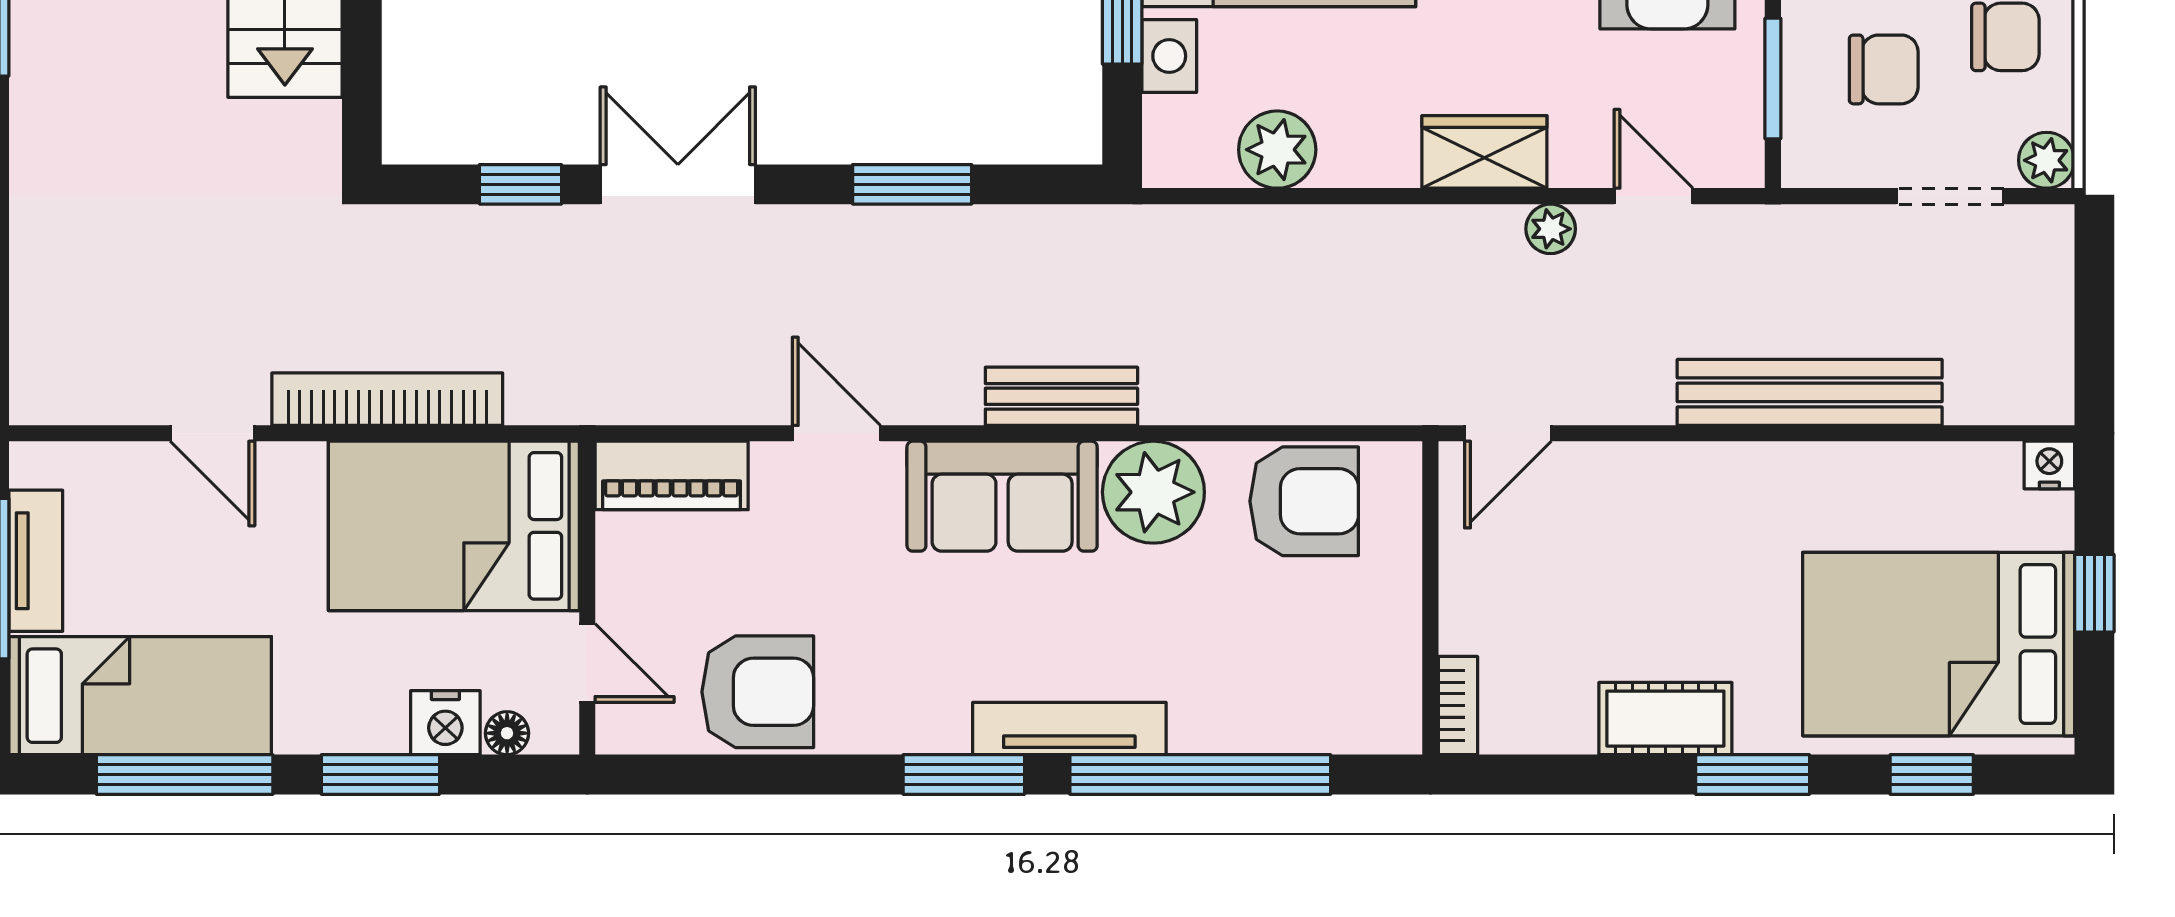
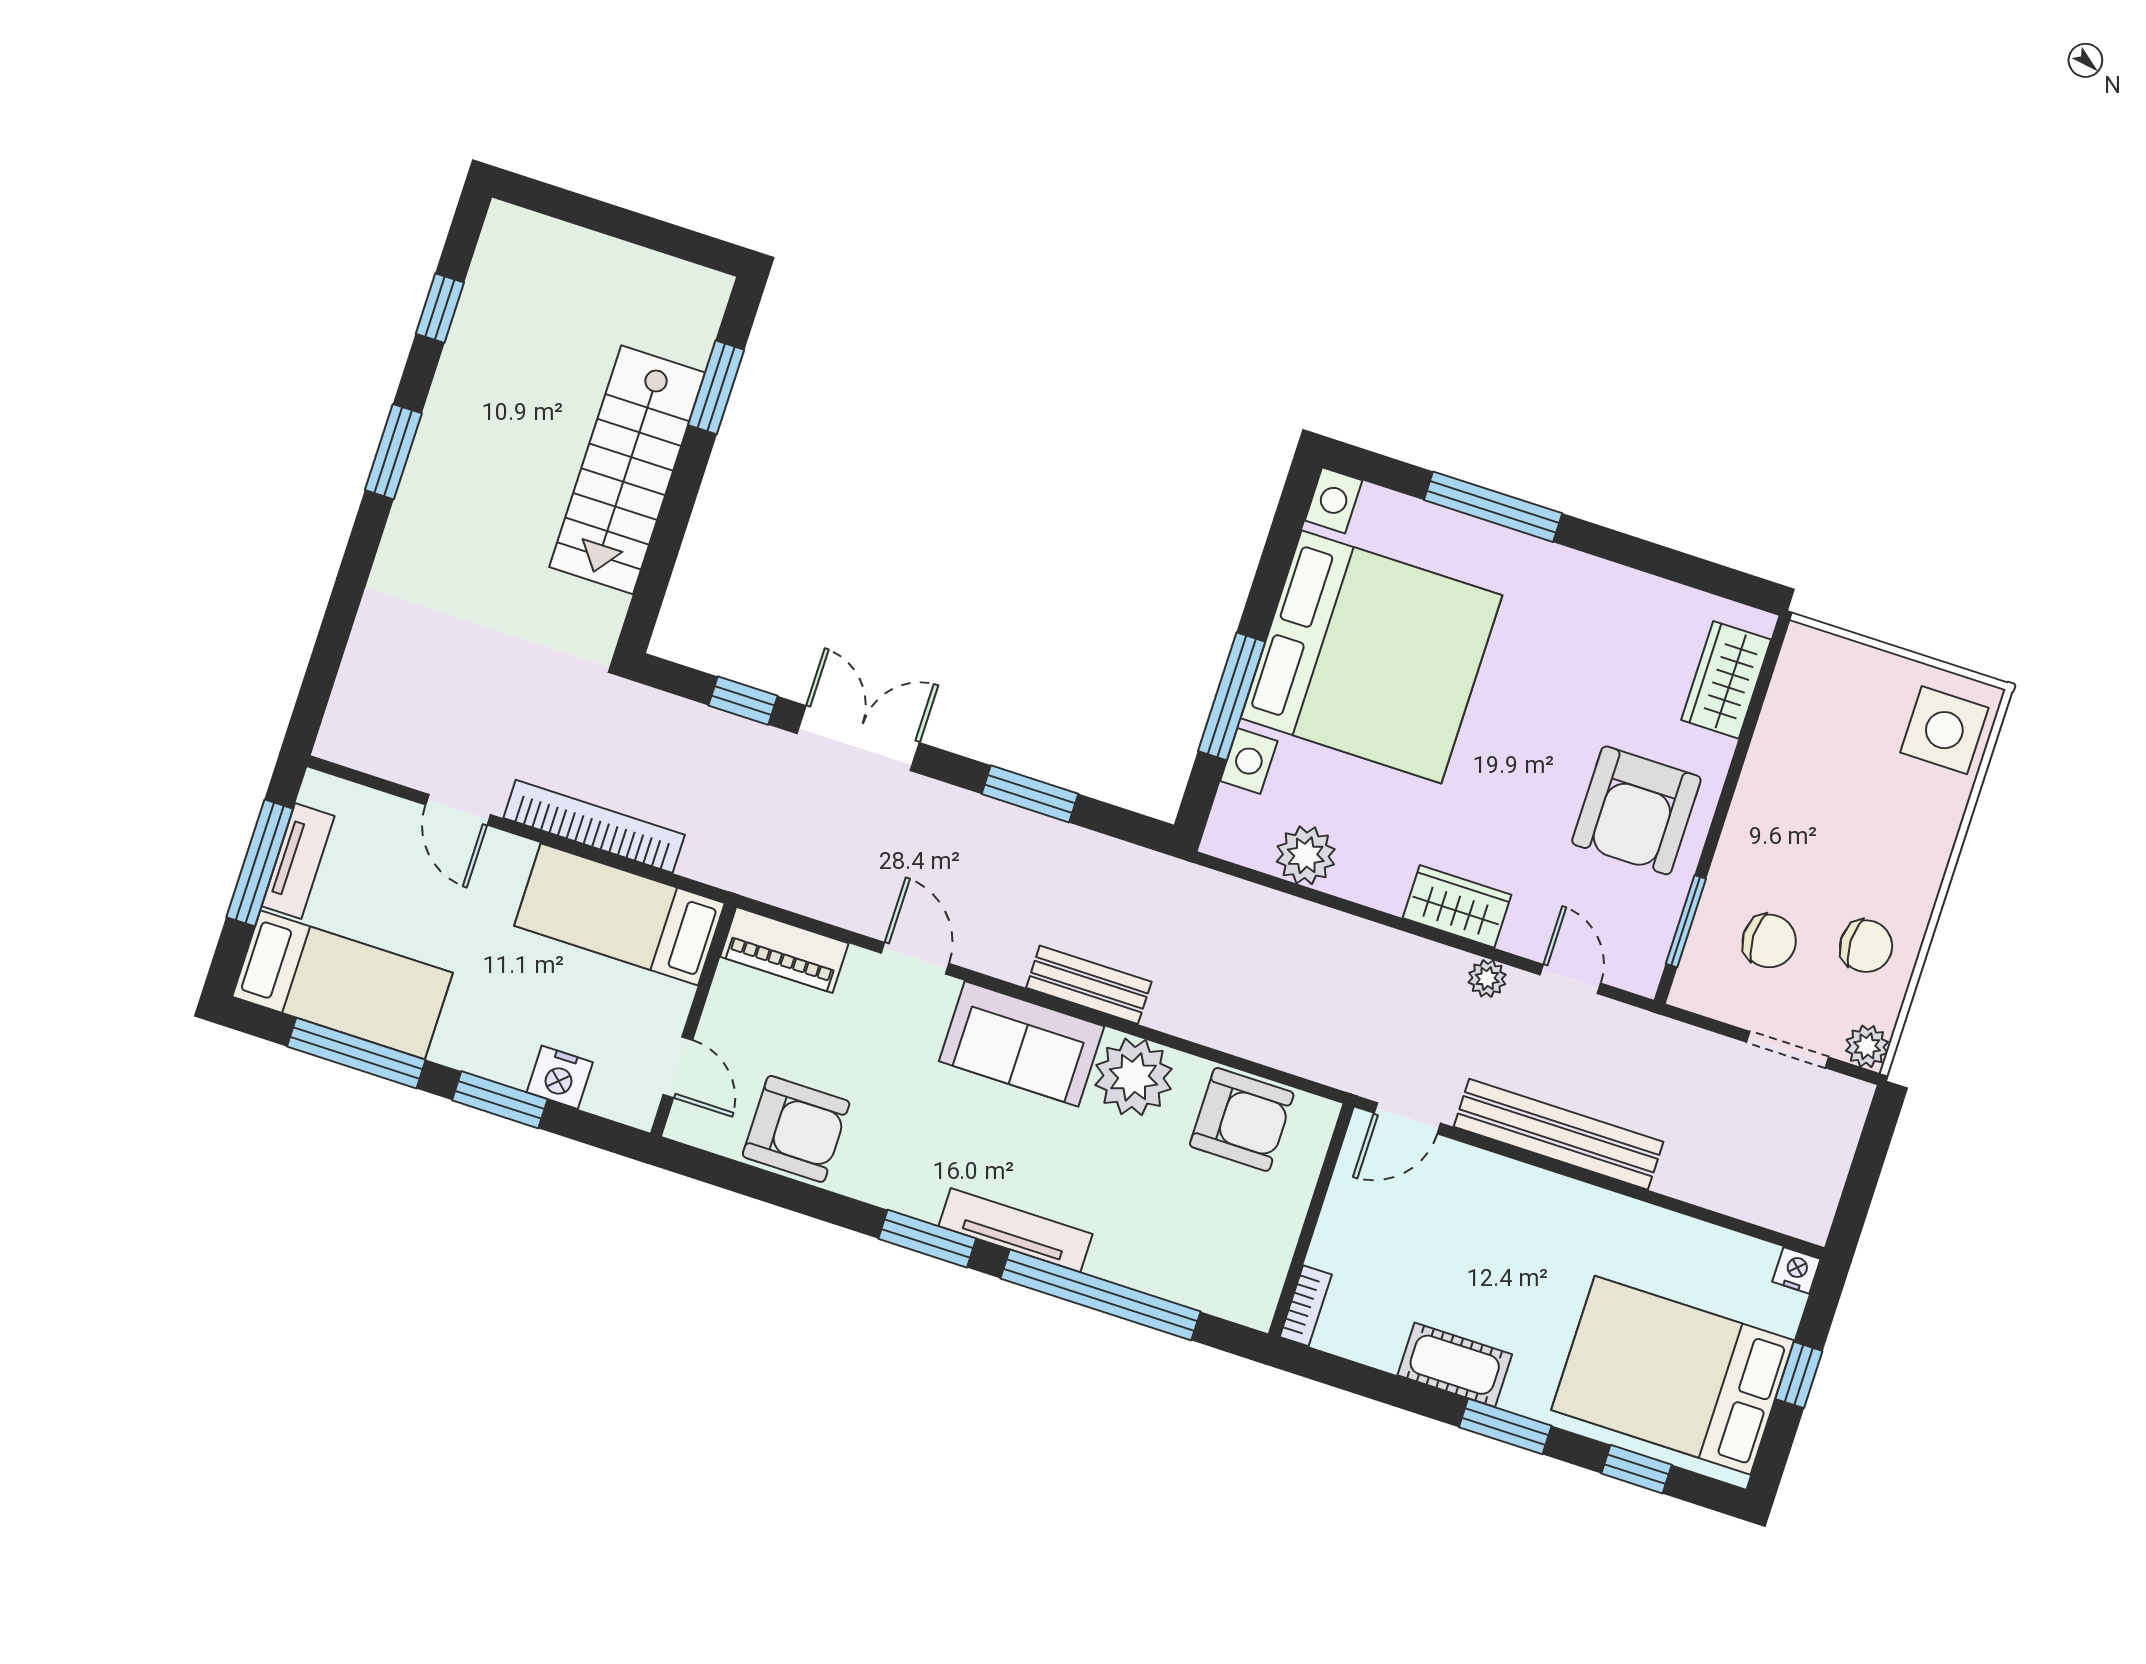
bench: (1810, 392) -> (1559, 1134), moved
bed: (454, 526) -> (619, 914), width x0.67
floor lamp: (507, 733) -> (602, 1100), removed

